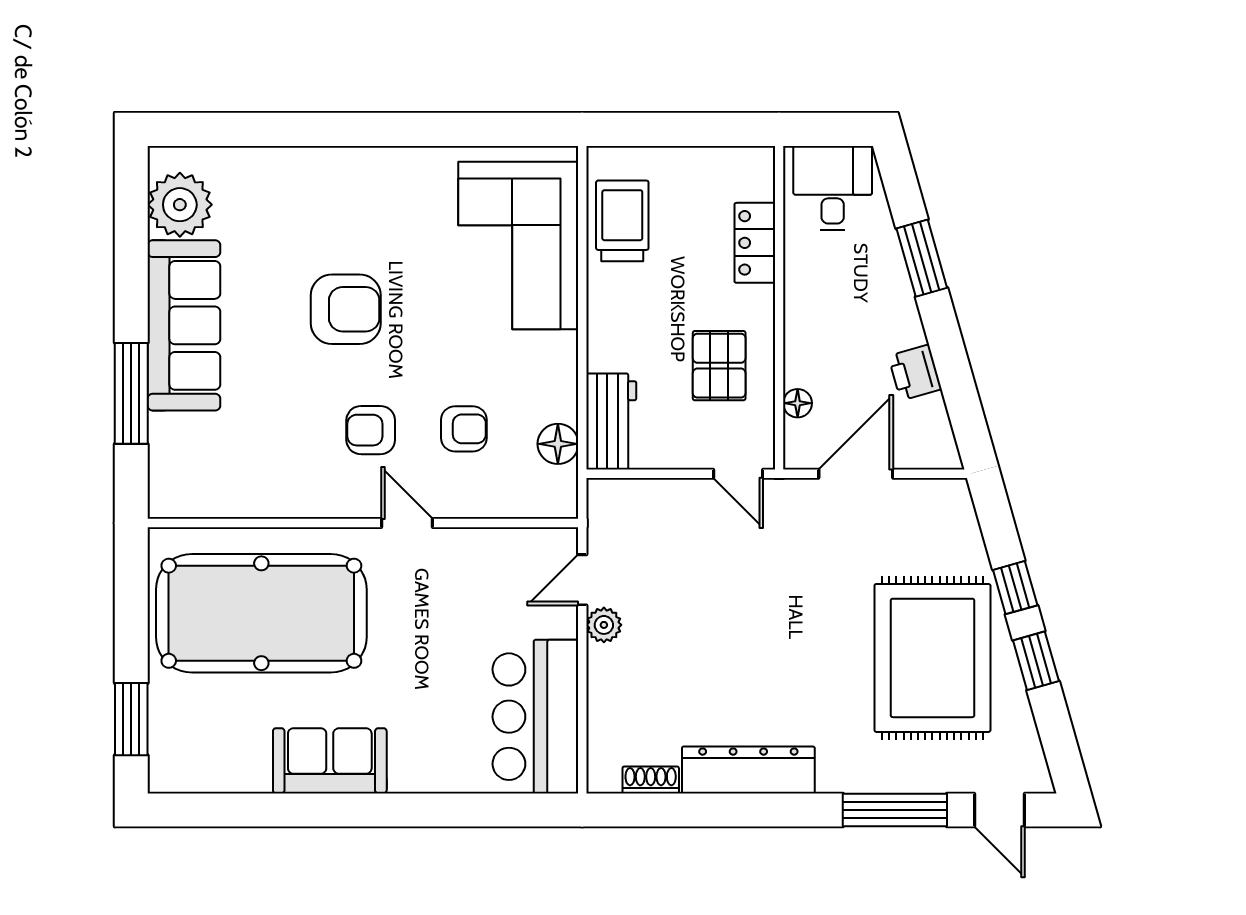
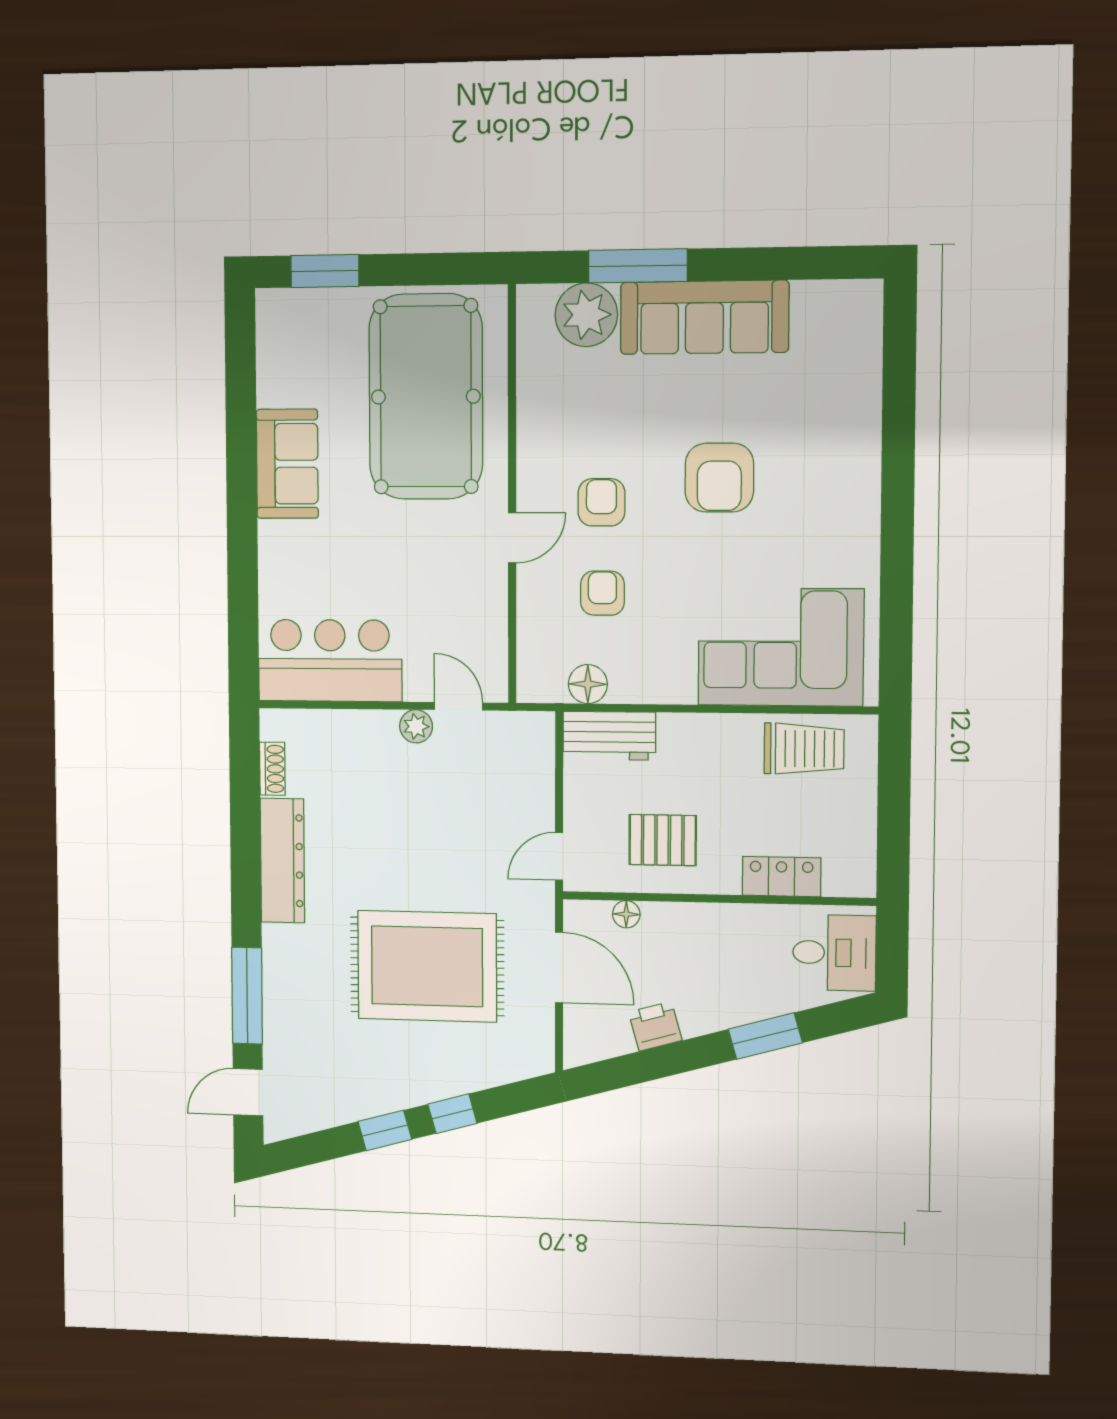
plant: (180, 205) -> (586, 315), moved
armchair: (464, 429) -> (602, 593), turned 180
rug: (932, 658) -> (427, 966), moved

